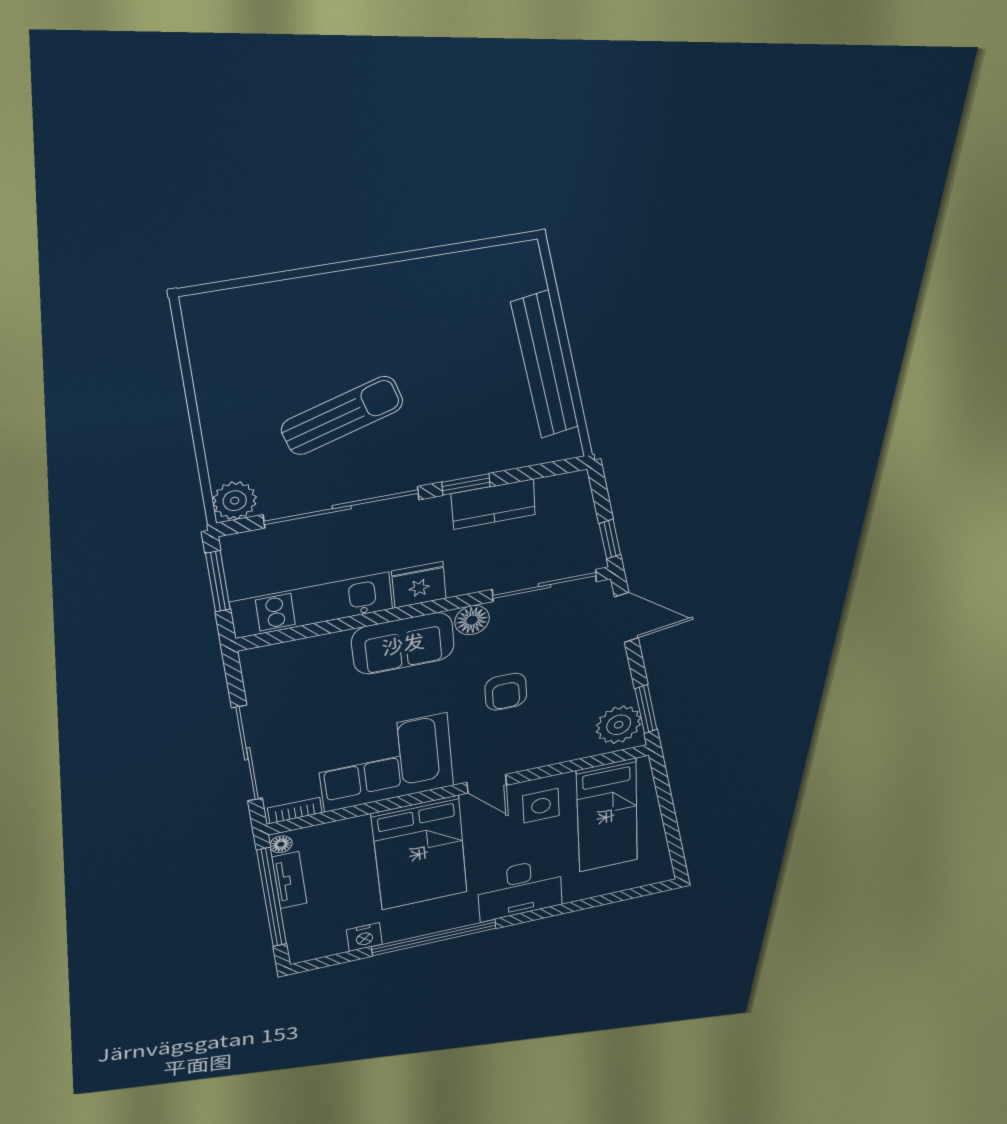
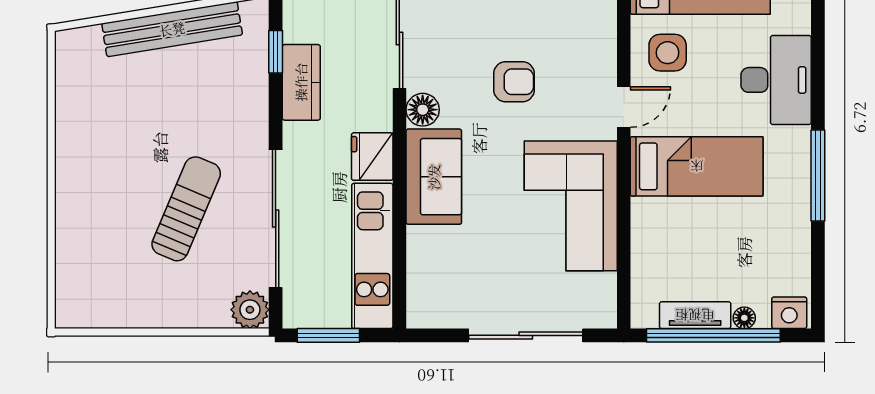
sun lounger: (342, 416) -> (186, 209), turned 40
window: (466, 484) -> (276, 52), moved
bookcase: (295, 810) -> (607, 299), removed
floor lamp: (281, 844) -> (744, 318), moved
bed: (420, 853) -> (697, 166), width x0.67
nightstand: (364, 937) -> (789, 313), moved, turned 90
window: (434, 937) -> (818, 175), width x0.68

